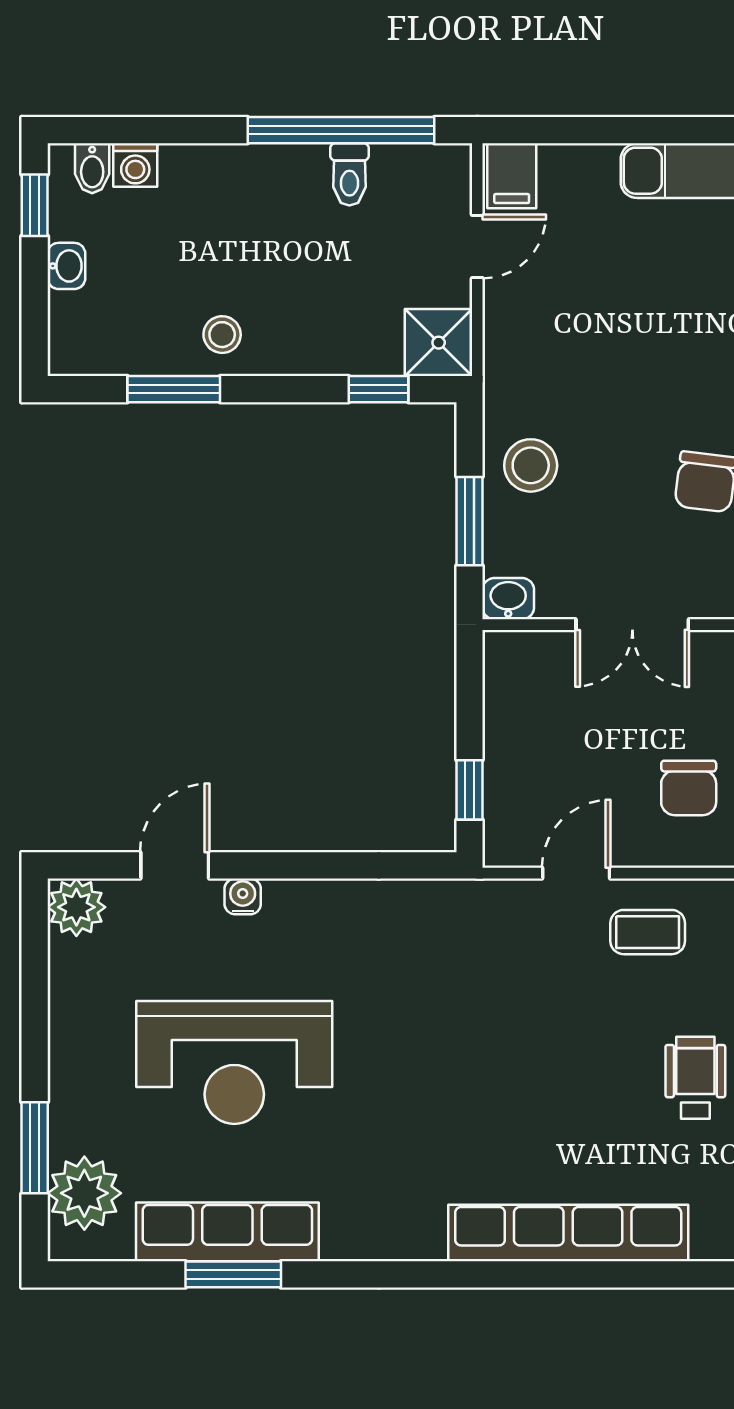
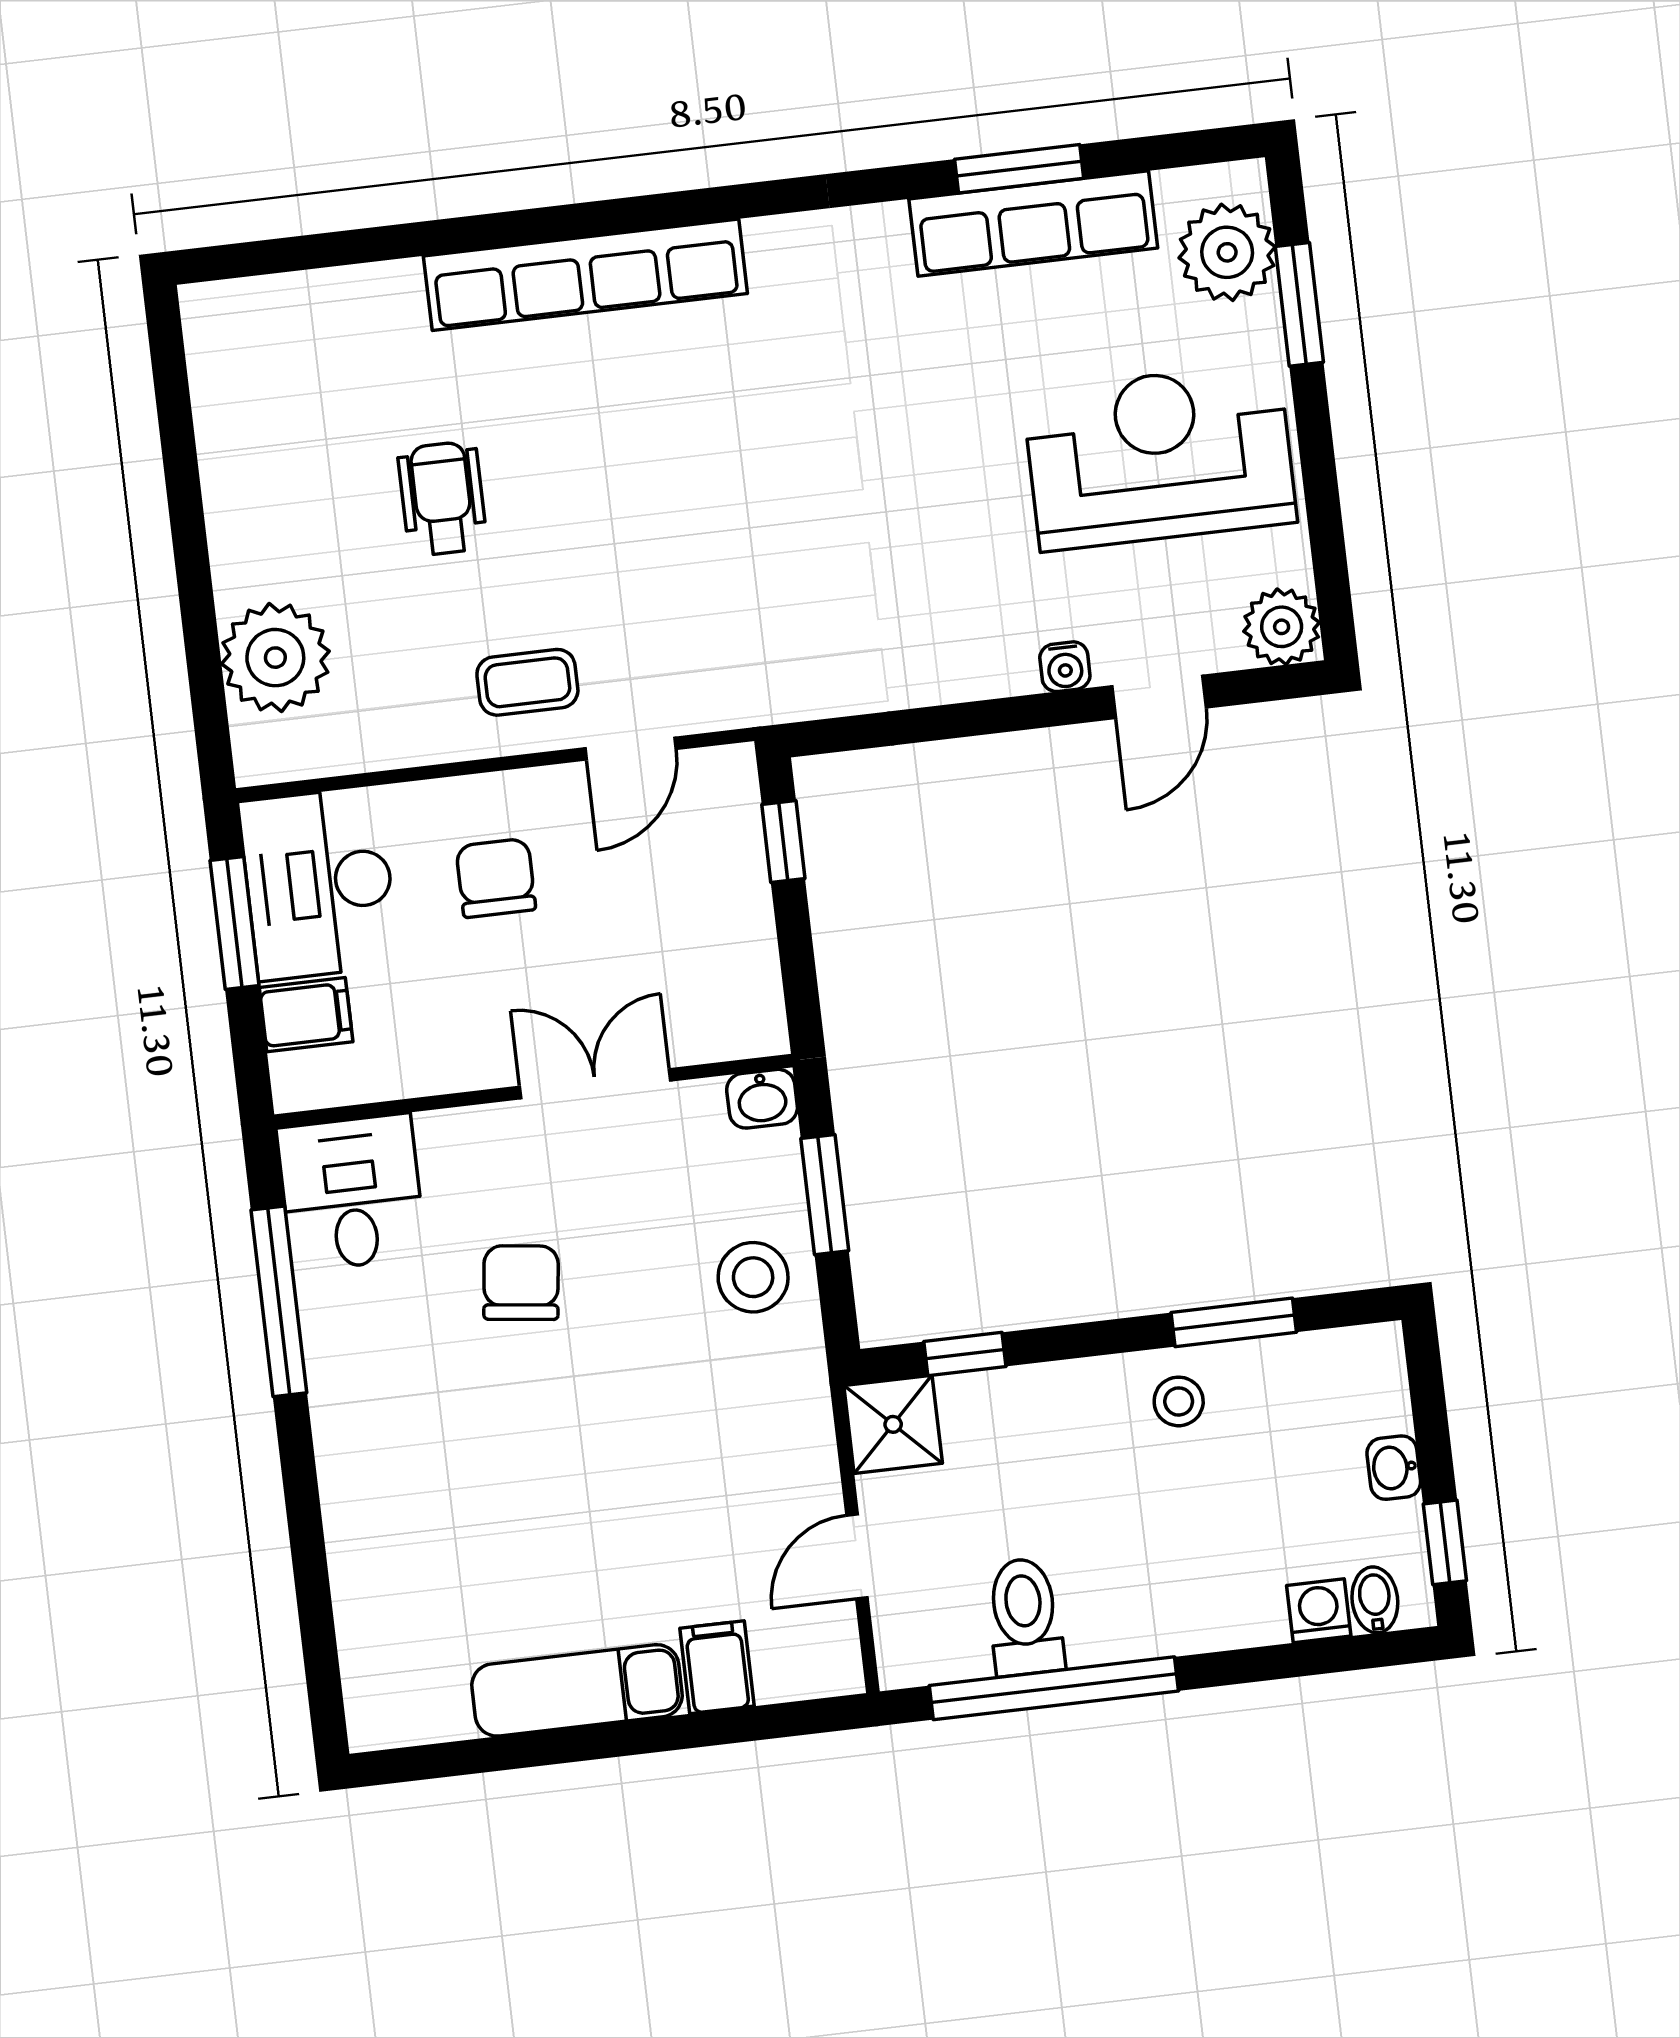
toilet: (349, 174) -> (1025, 1617), width x1.37, depth x1.39
filing cabinet: (512, 176) -> (717, 1667), moved
reception desk: (234, 1062) -> (1159, 456), moved
wheelchair: (695, 1078) -> (442, 498), turned 180

